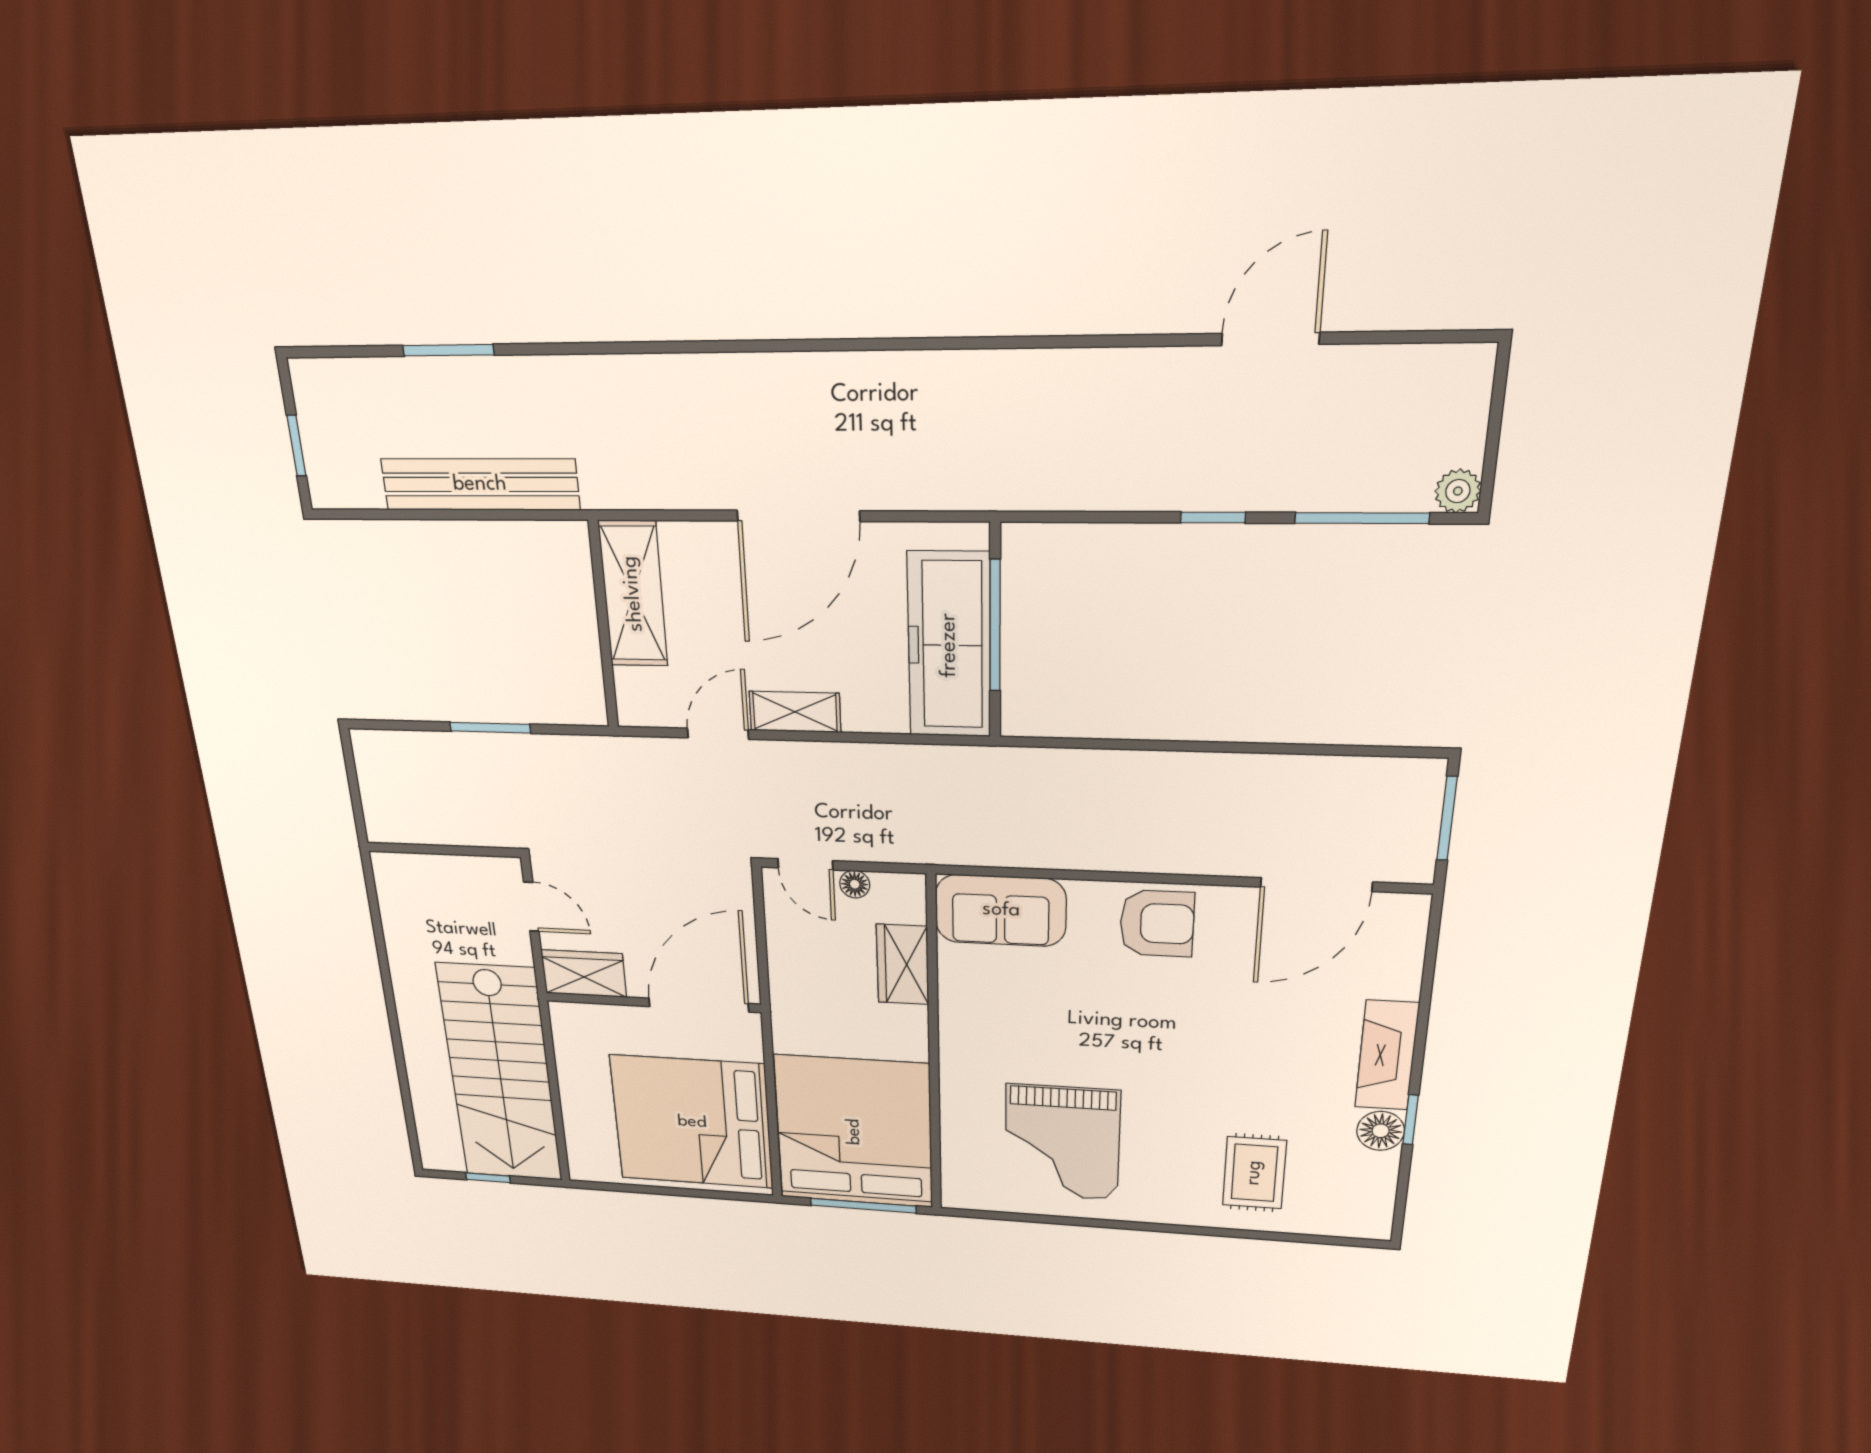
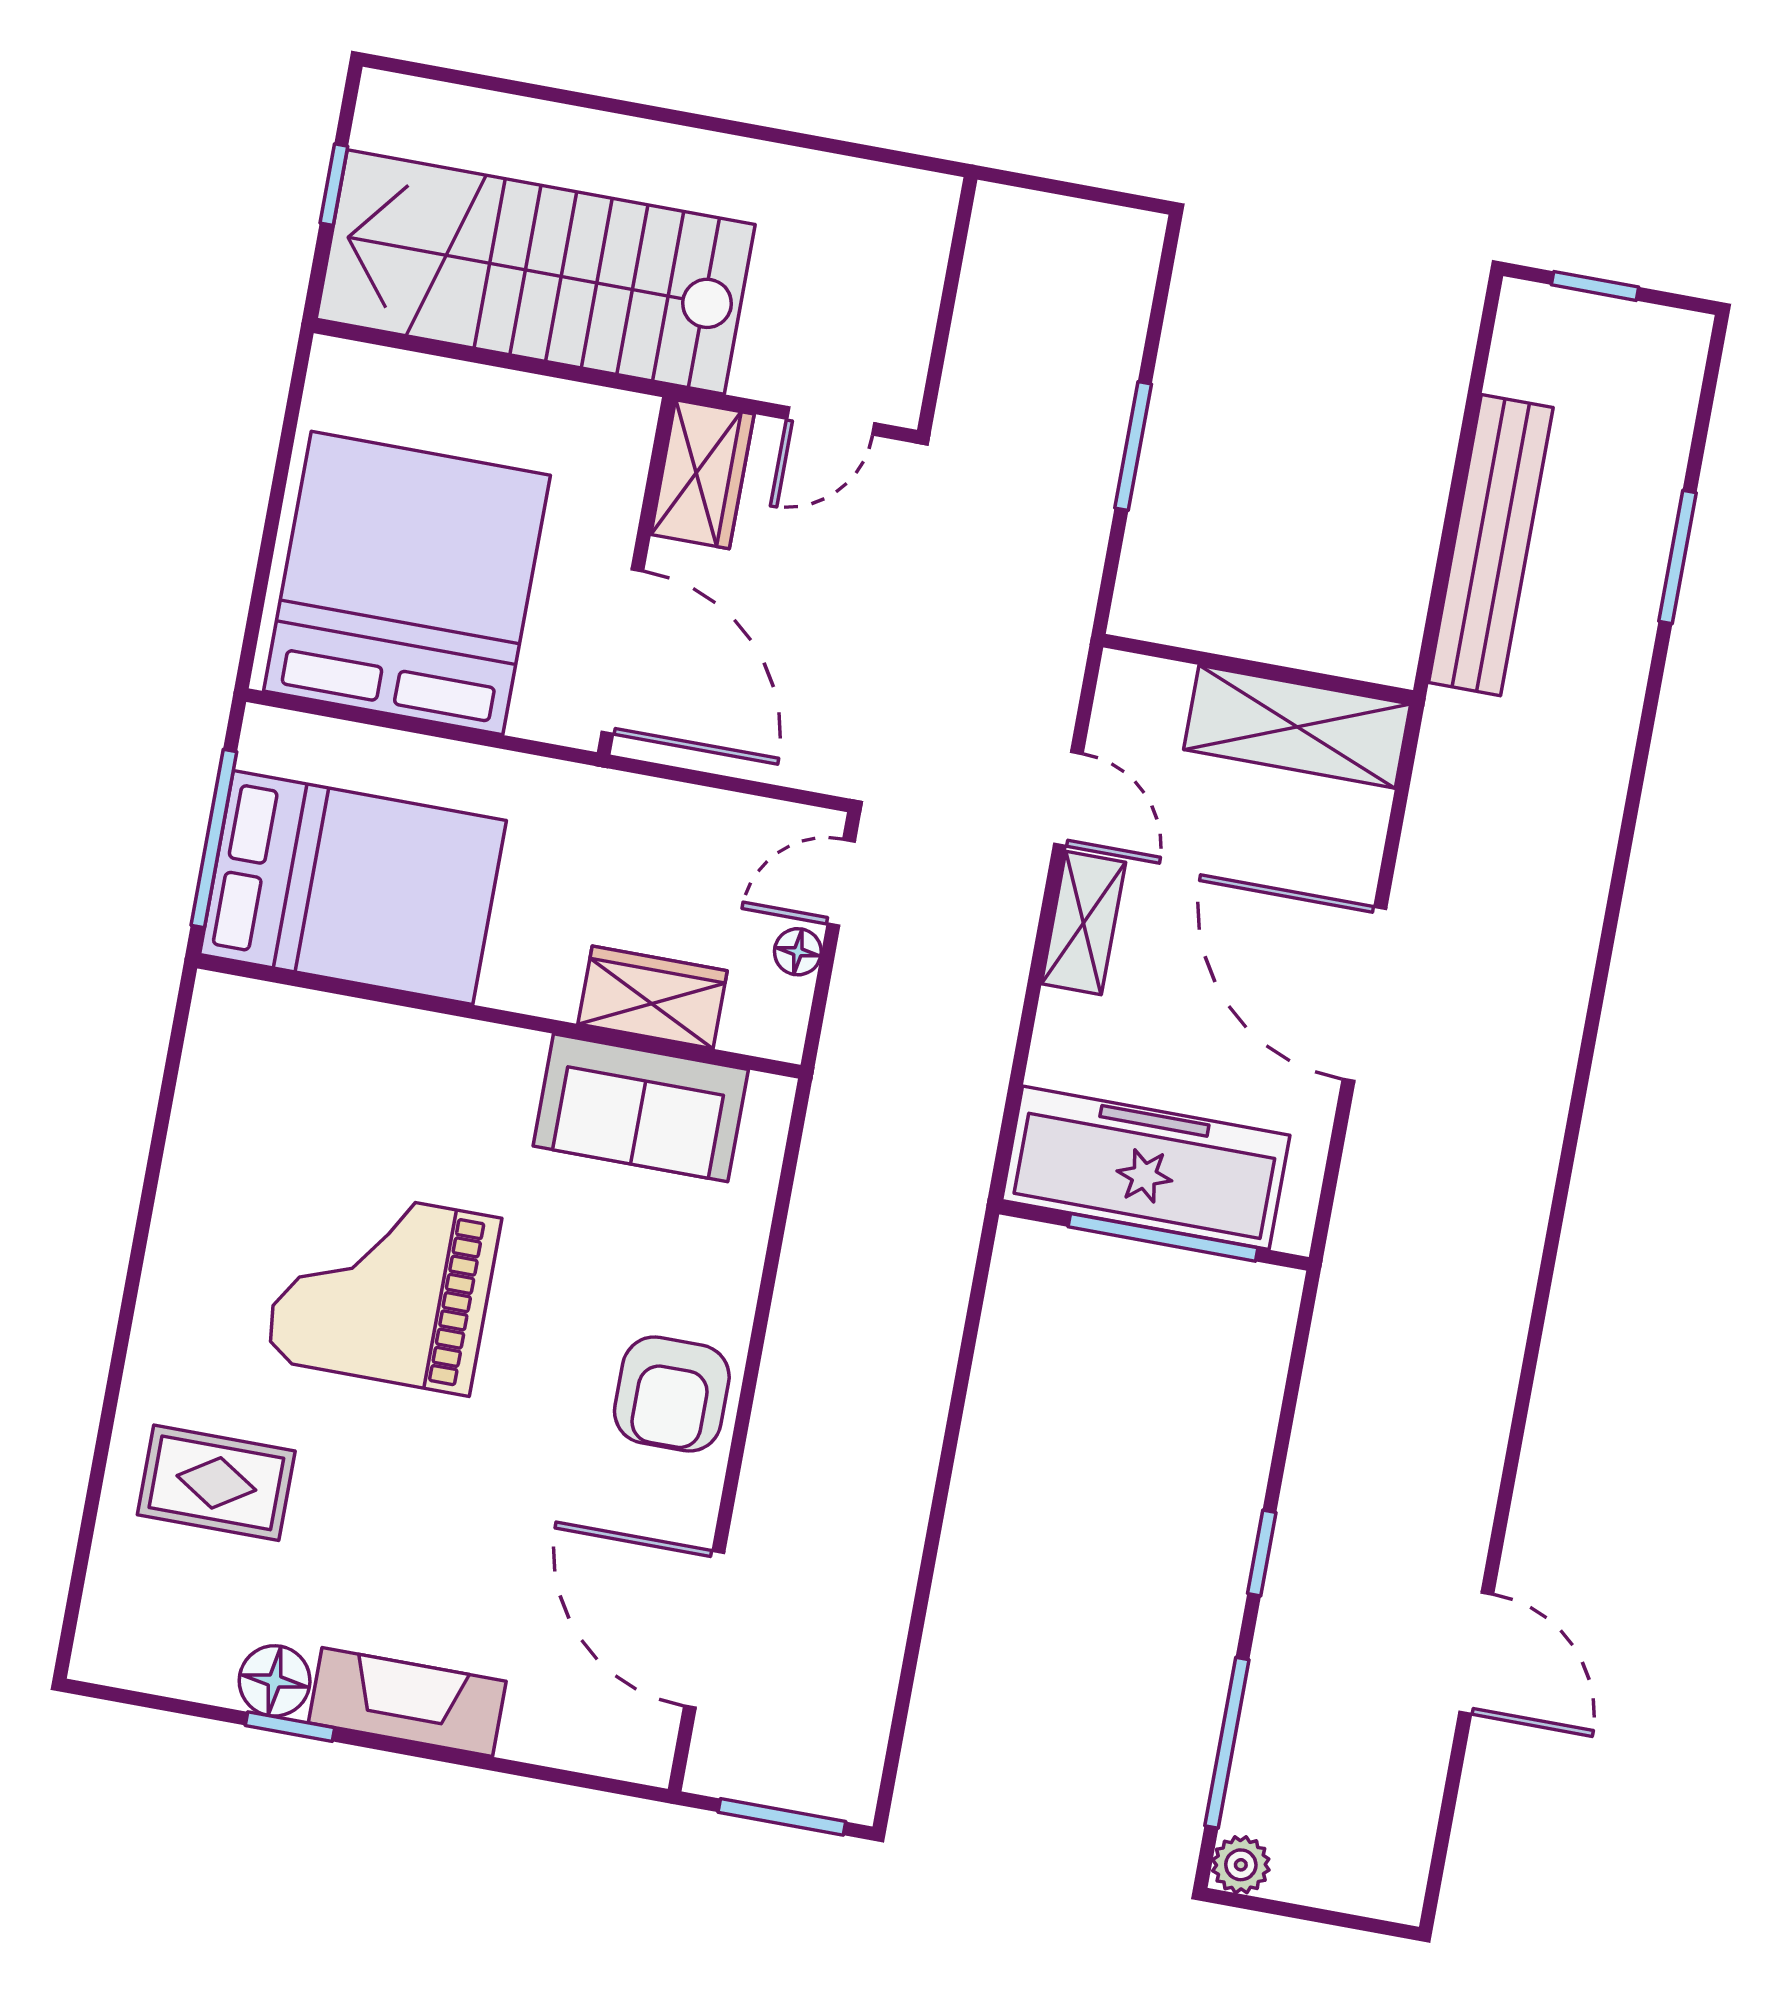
sofa: (1001, 910) -> (641, 1108), moved, turned -90
bed: (854, 1132) -> (353, 888), width x0.73
grand piano: (1062, 1143) -> (383, 1289), moved

